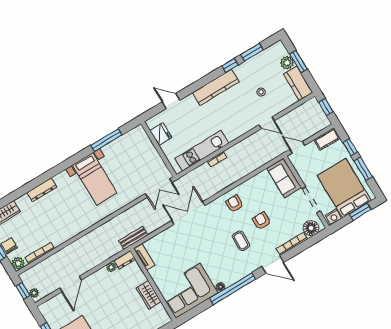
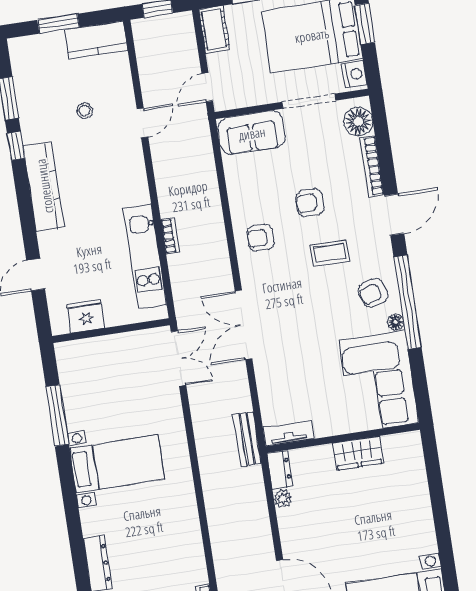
plant: (287, 63) -> (52, 44), removed
armchair: (230, 270) -> (373, 293), added

